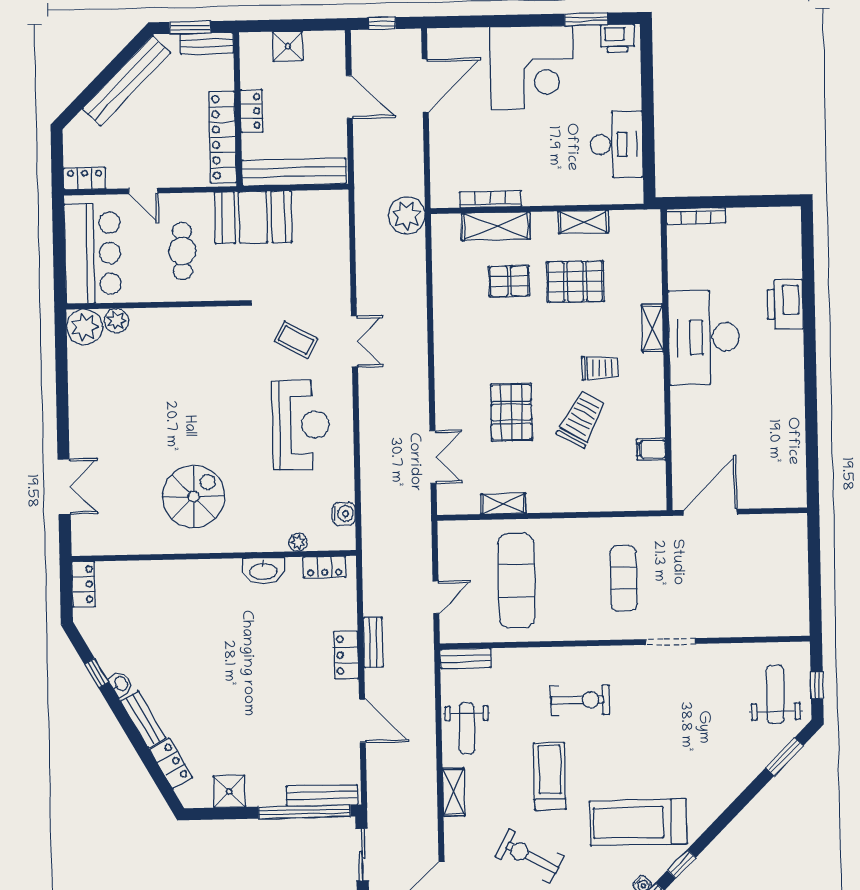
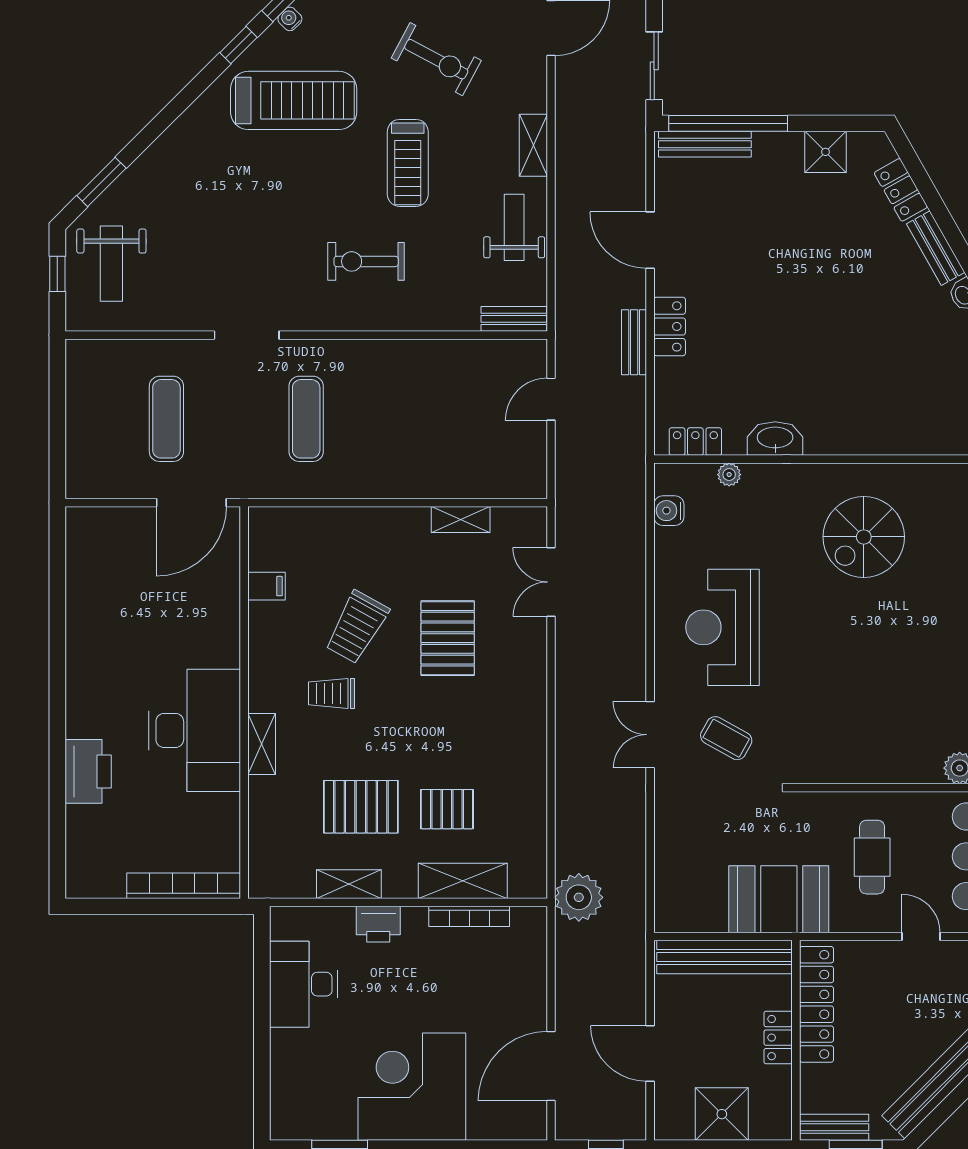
printer: (618, 38) -> (378, 924), moved, turned 180
shower: (288, 46) -> (722, 1114), width x1.36, depth x1.36
bookcase: (696, 216) -> (184, 886), width x1.48, depth x1.31
exercise mat: (516, 581) -> (166, 419), moved, width x0.73, depth x0.69

